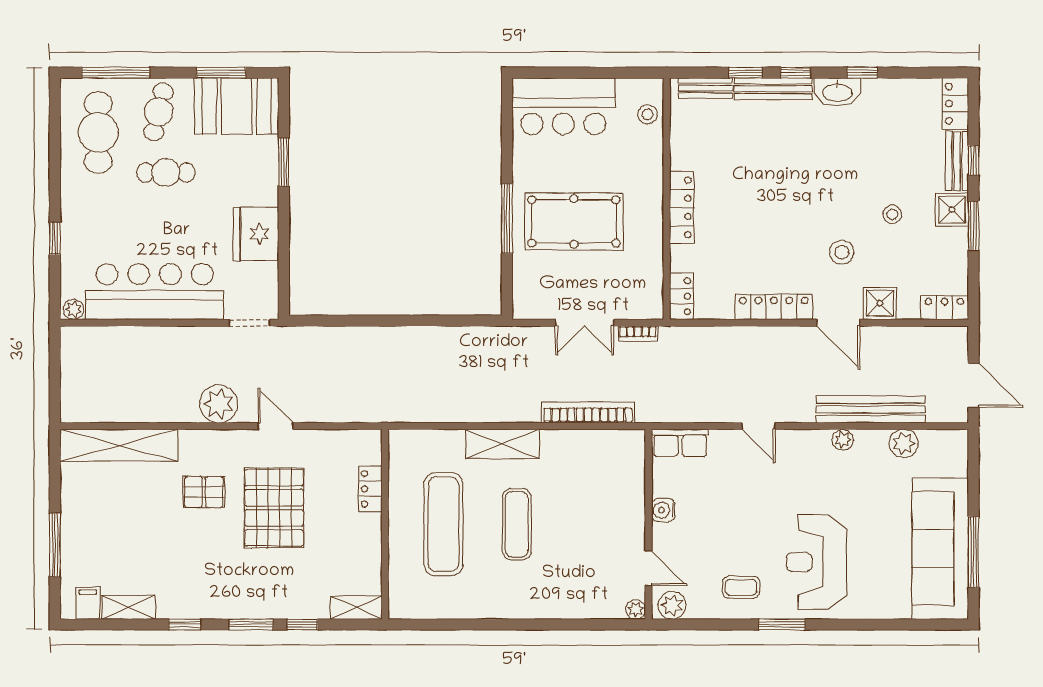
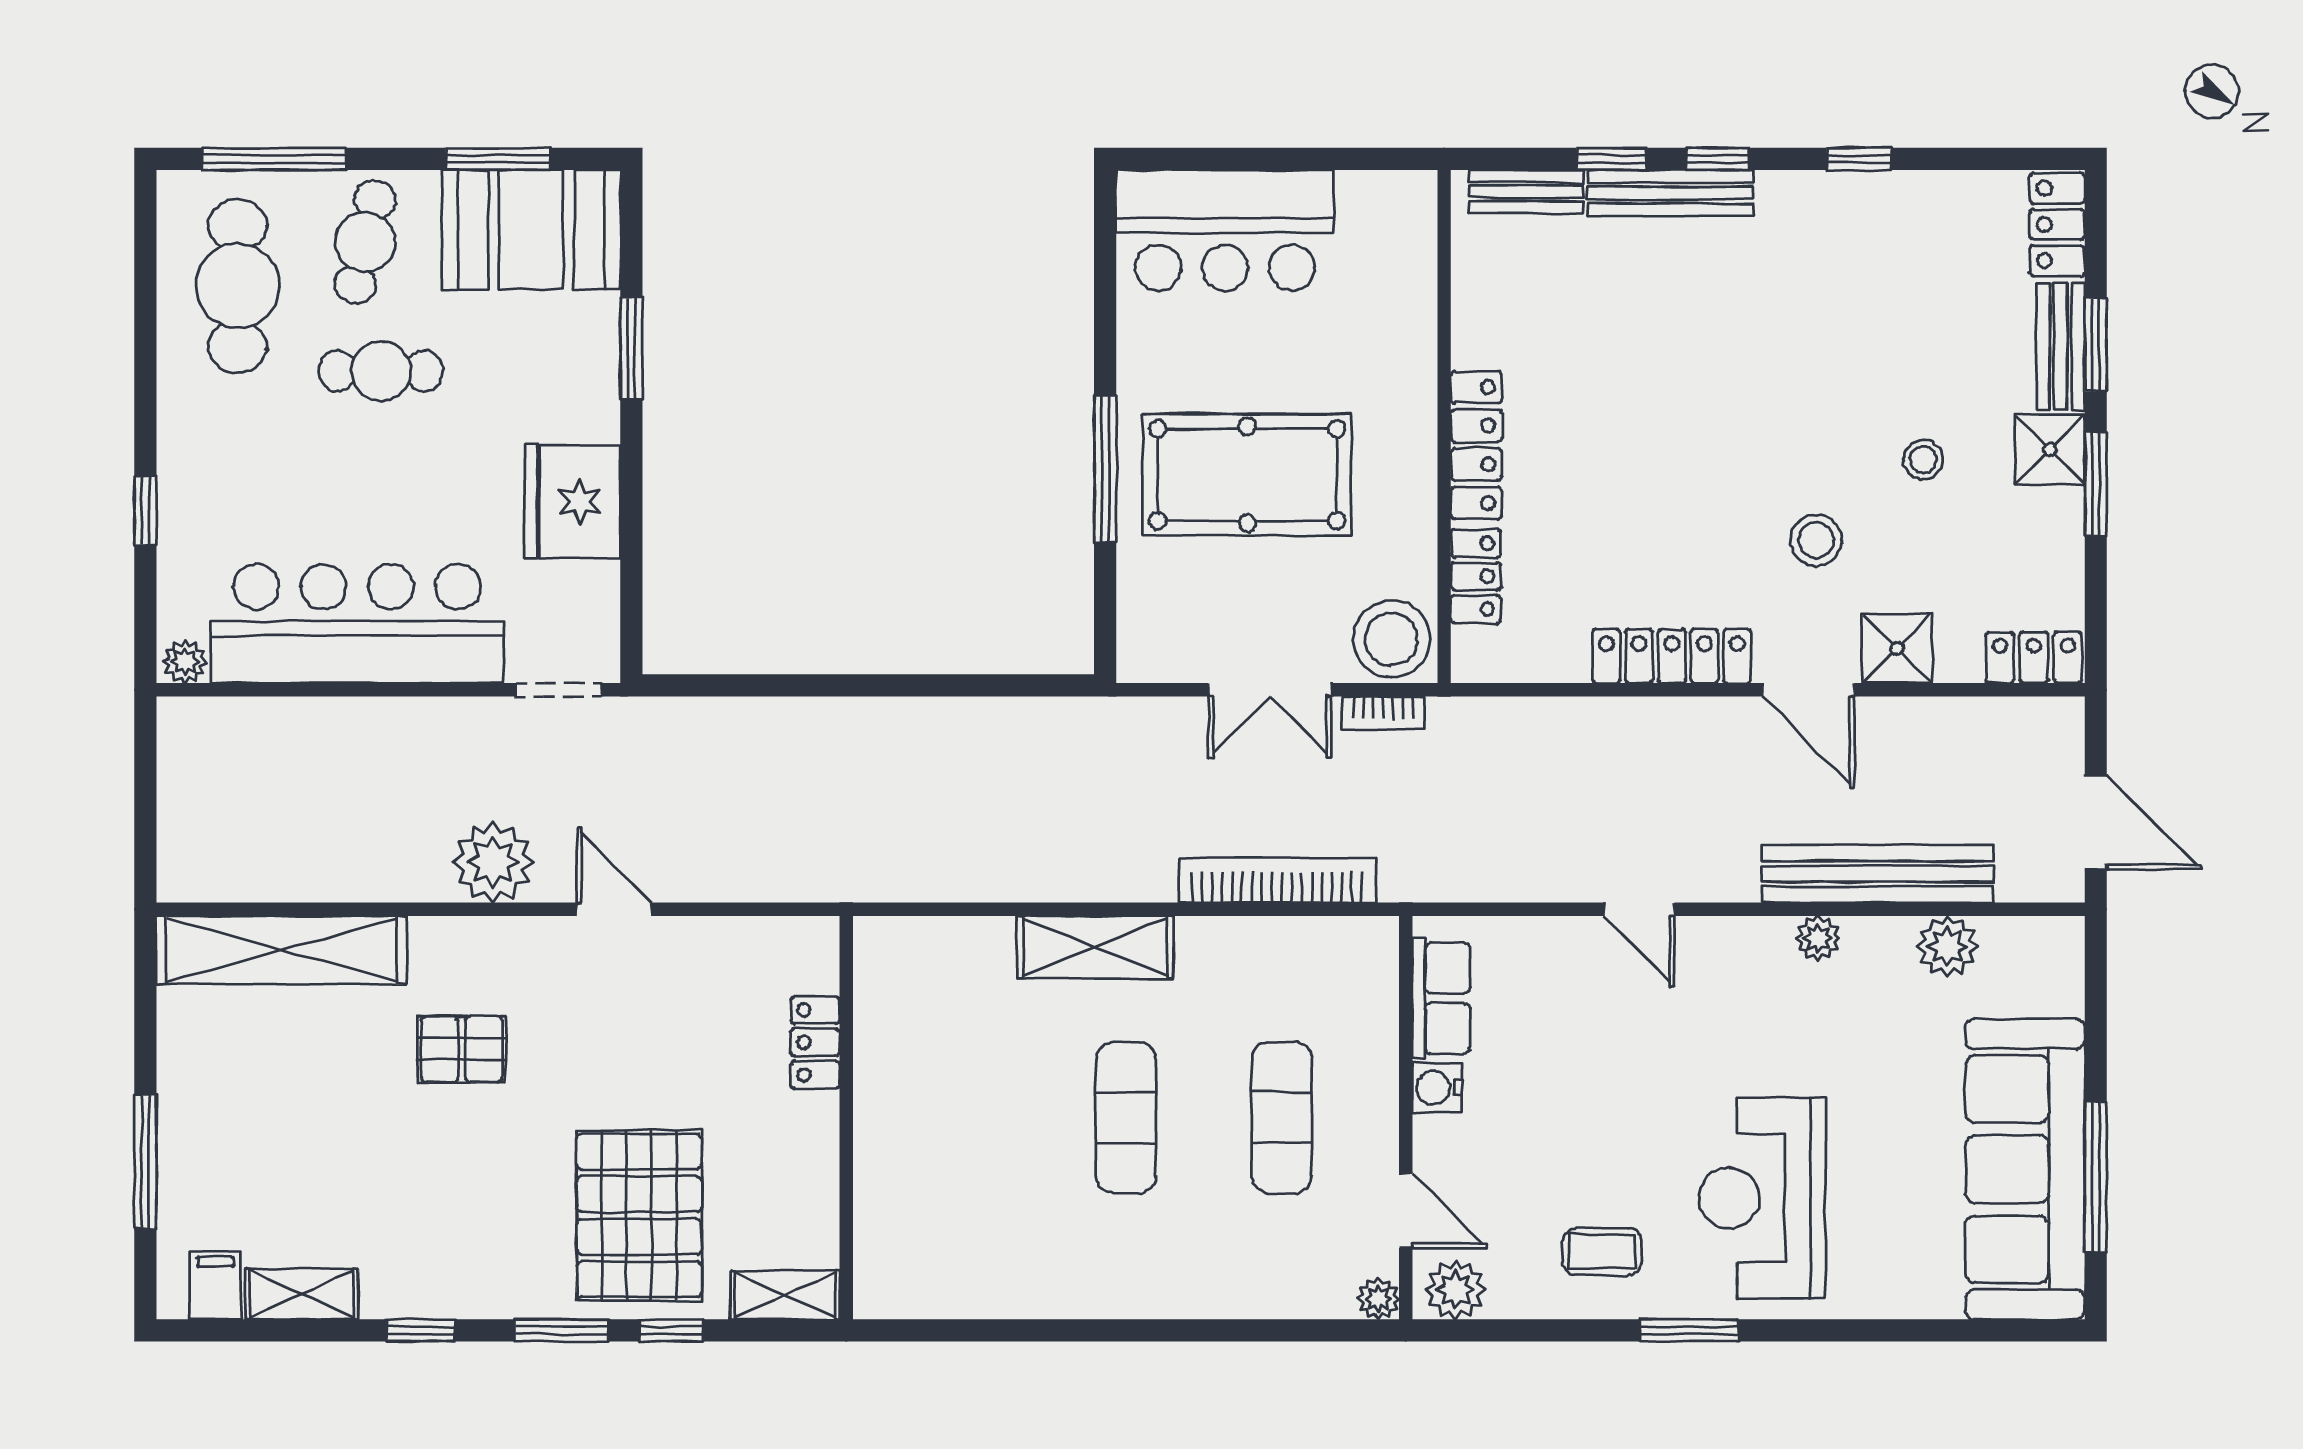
washbasin: (837, 92) -> (1807, 200), removed
stool: (648, 114) -> (1391, 639), moved, width x1.89, depth x1.89
window: (974, 160) -> (2096, 345), width x1.50
locker: (682, 296) -> (1476, 576), moved
row of seats: (680, 443) -> (1441, 998), moved, turned -90
pallet: (274, 508) -> (639, 1215), moved
exercise mat: (443, 524) -> (1282, 1118), moved, width x0.73, depth x0.69

